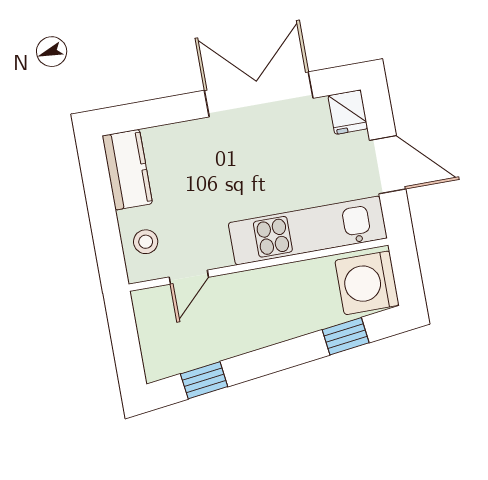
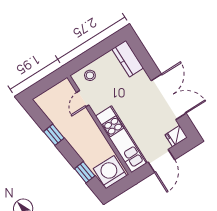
kitchen counter: (127, 170) -> (128, 59), moved, turned 90
door: (189, 277) -> (83, 99), hinge flipped
window: (204, 380) -> (54, 135), moved

